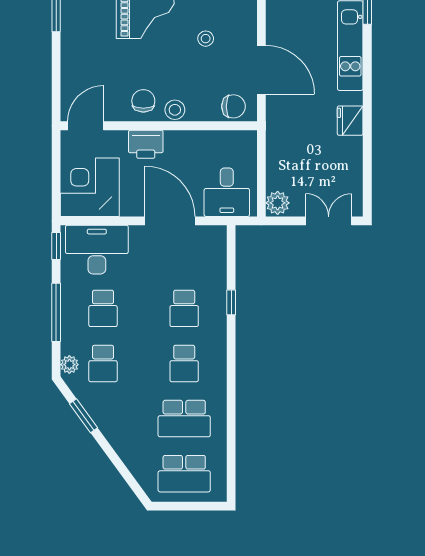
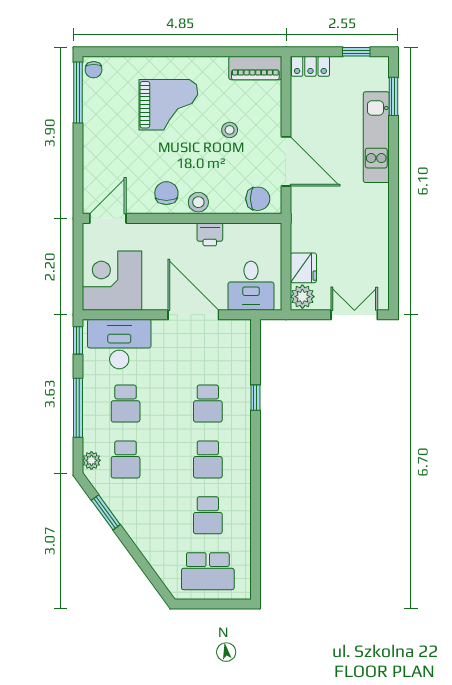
fridge: (350, 121) -> (303, 268), moved, turned 180
printer: (146, 144) -> (210, 234), moved, width x0.73, depth x0.81
school desk: (184, 419) -> (208, 515), width x0.54

